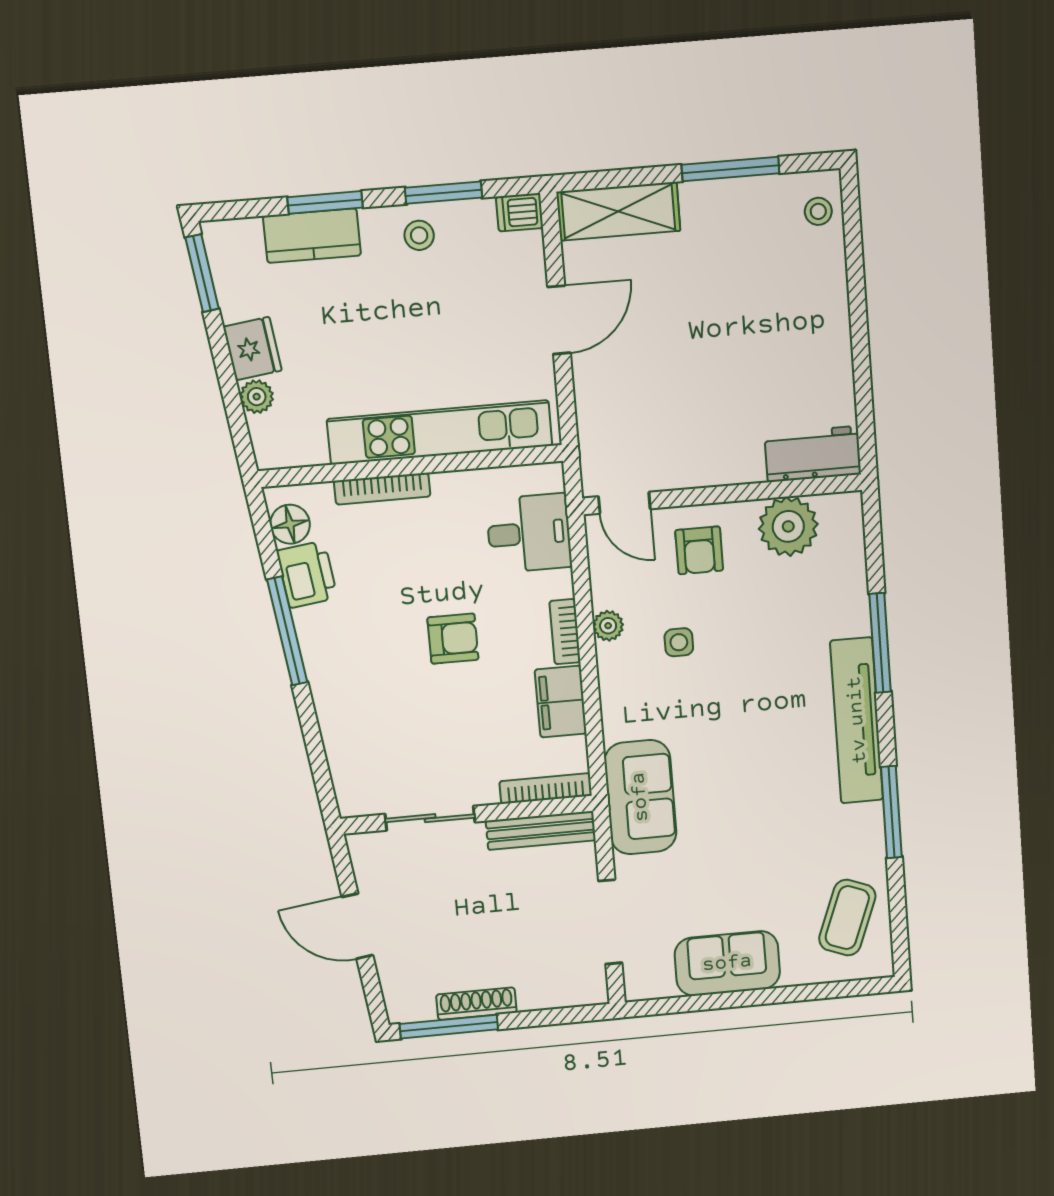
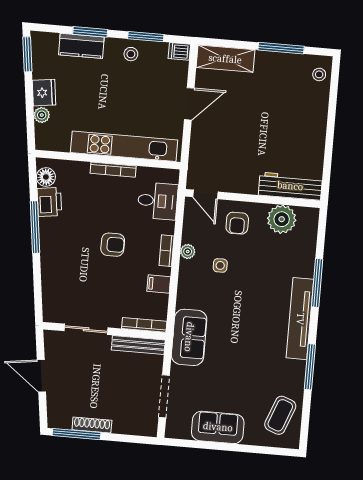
workbench: (813, 454) -> (290, 186), width x1.38
bookcase: (382, 489) -> (113, 170), moved
filing cabinet: (561, 702) -> (159, 284), width x0.50

